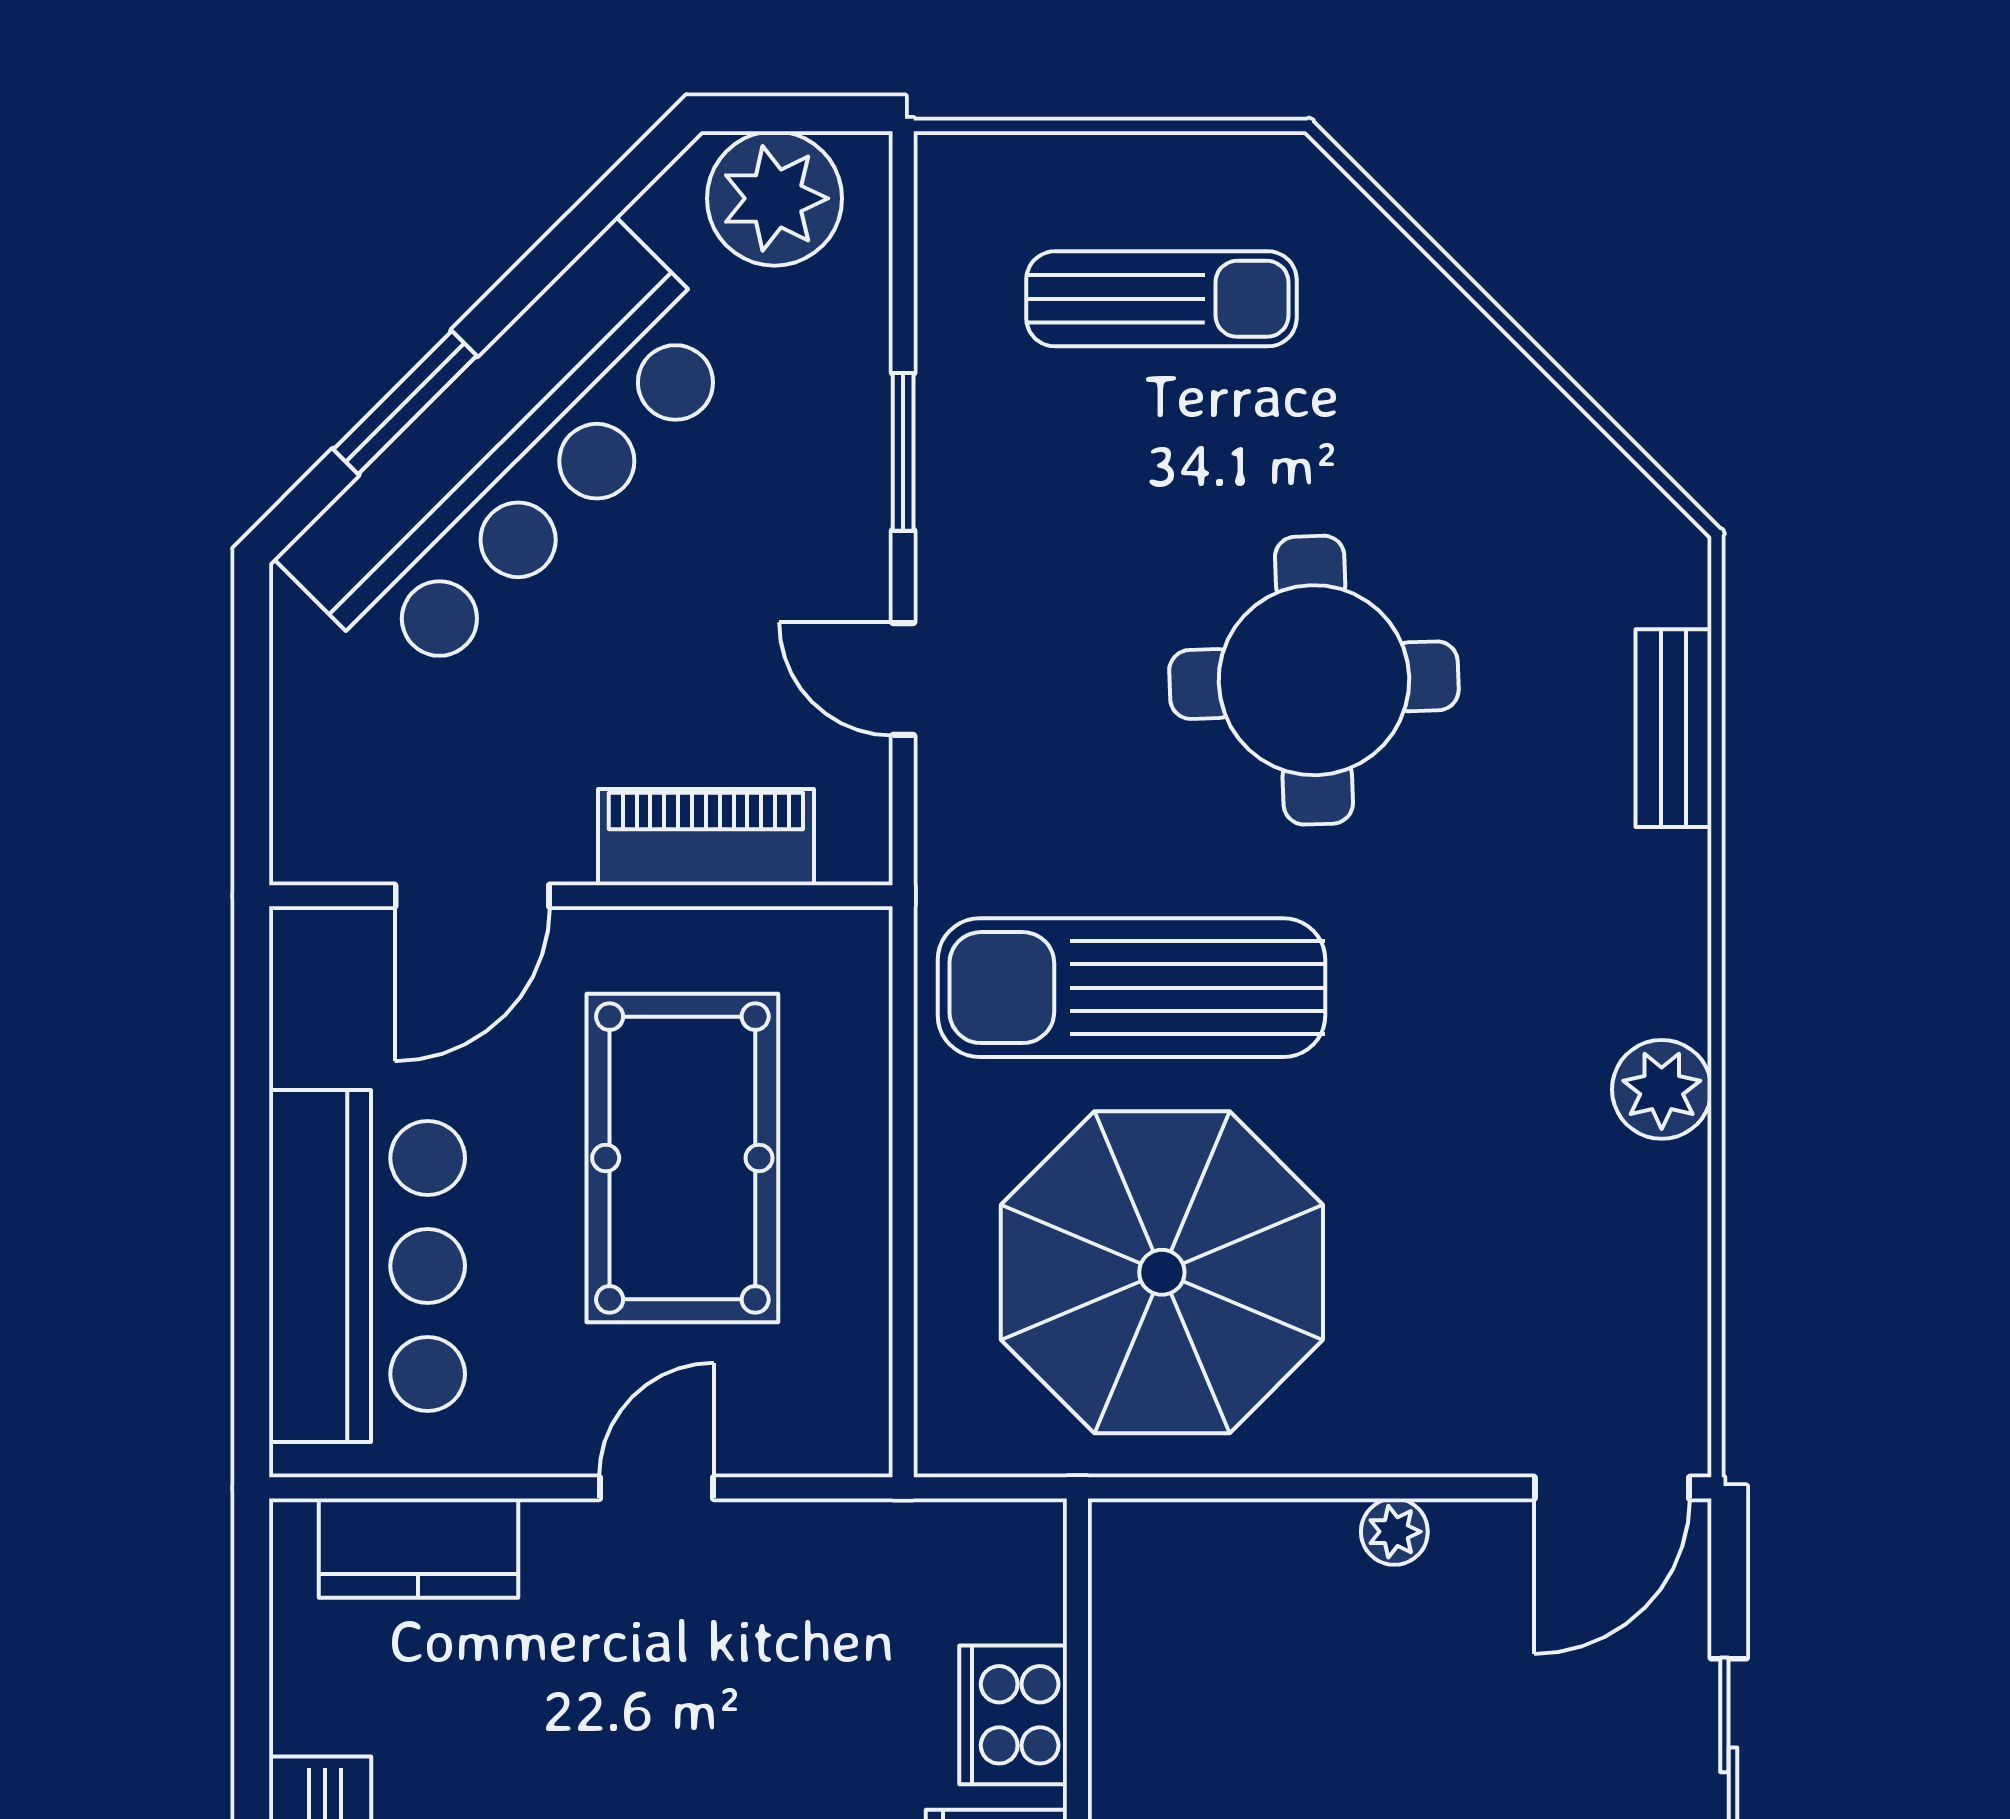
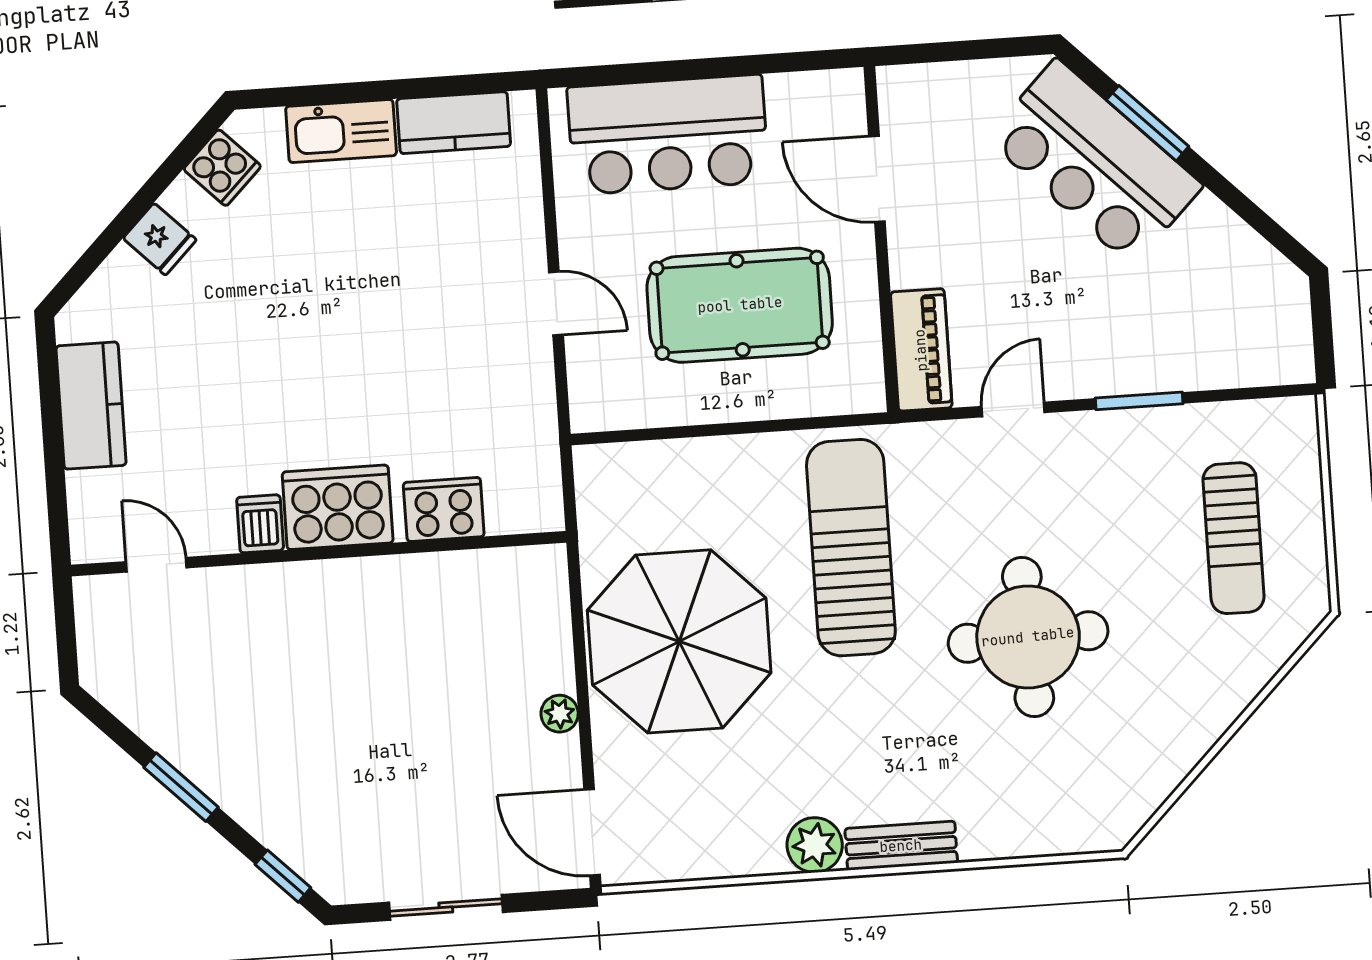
plant: (775, 198) -> (1274, 320), removed
bar counter: (514, 457) -> (1094, 162), width x0.73
bench: (1673, 728) -> (901, 846), moved
piano: (706, 837) -> (921, 350), moved
parasol: (1162, 1272) -> (679, 641), moved
kitchen counter: (418, 1548) -> (454, 123), moved, turned -90

